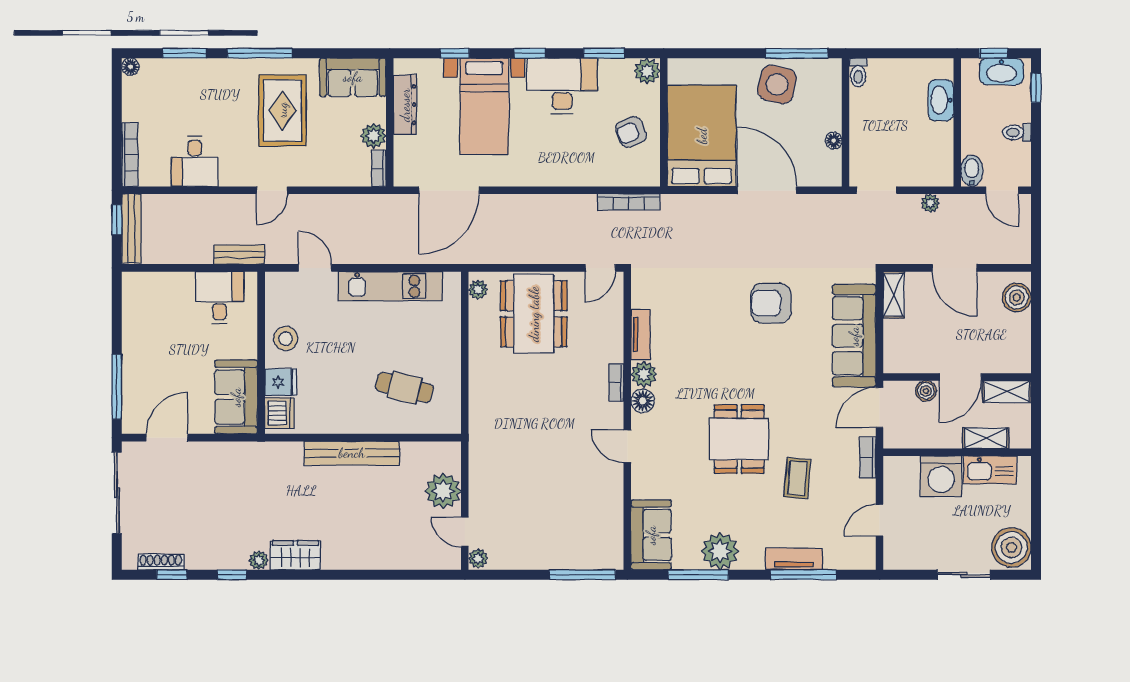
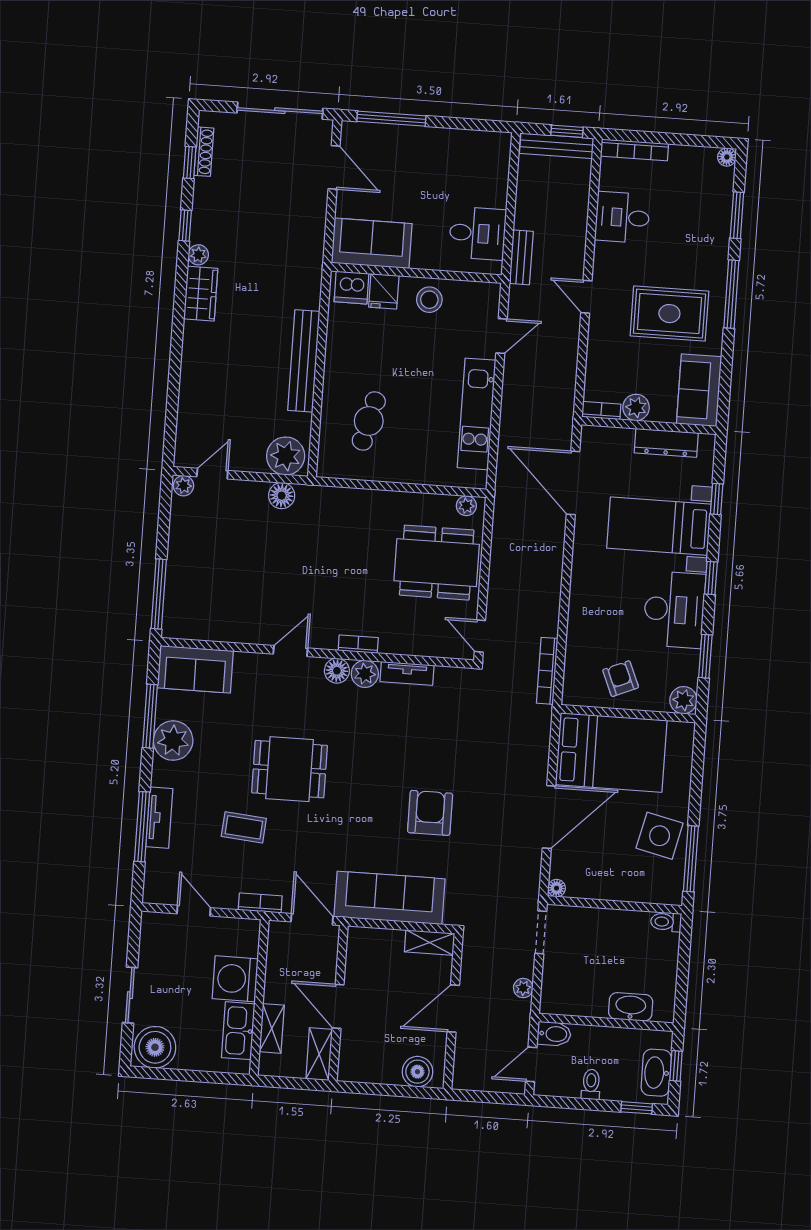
floor lamp: (834, 141) -> (557, 888), moved
boiler: (926, 391) -> (326, 969), removed
floor lamp: (481, 465) -> (282, 496), added
plant: (443, 491) -> (286, 456), moved

